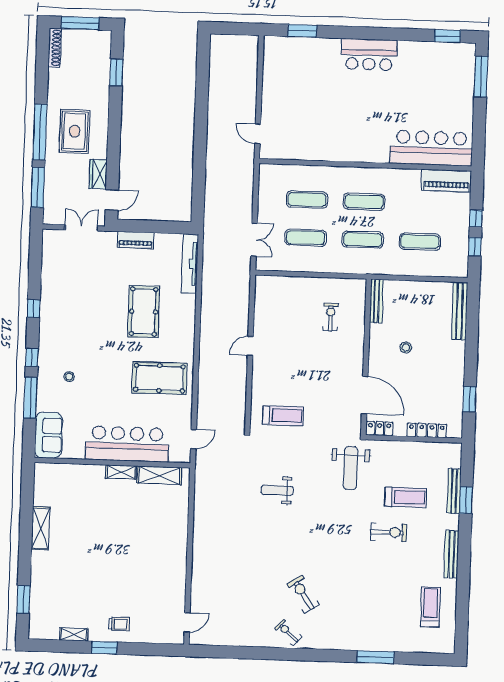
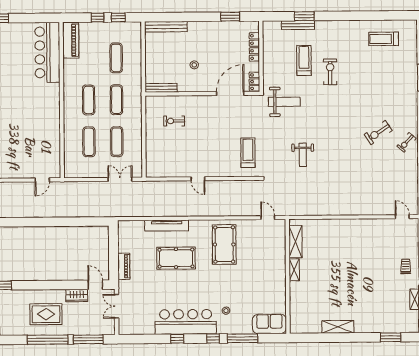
tv unit: (190, 264) -> (167, 226), moved
bar counter: (127, 444) -> (186, 322), moved, turned 90
bench: (452, 554) -> (344, 25), removed

